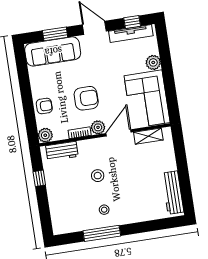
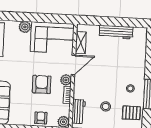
door: (119, 133) -> (73, 65), swing flipped
stool: (98, 176) -> (106, 106), moved
workbench: (173, 193) -> (116, 32), moved
pallet: (74, 217) -> (131, 113), added

